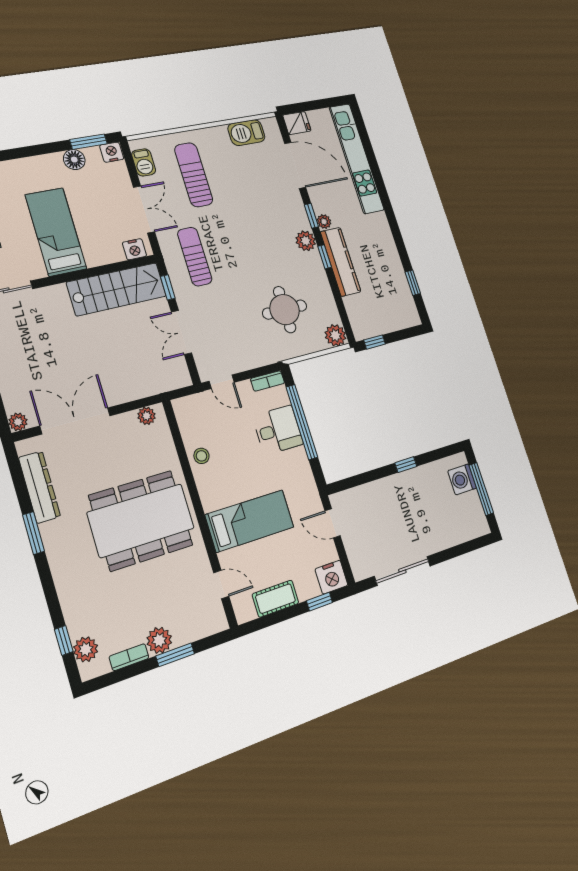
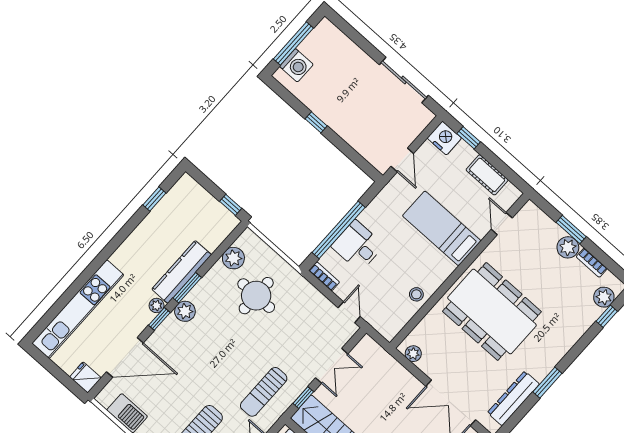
door: (295, 165) -> (125, 357), swing flipped
window: (325, 257) -> (187, 288), width x1.50
plant: (335, 335) -> (233, 258), moved

